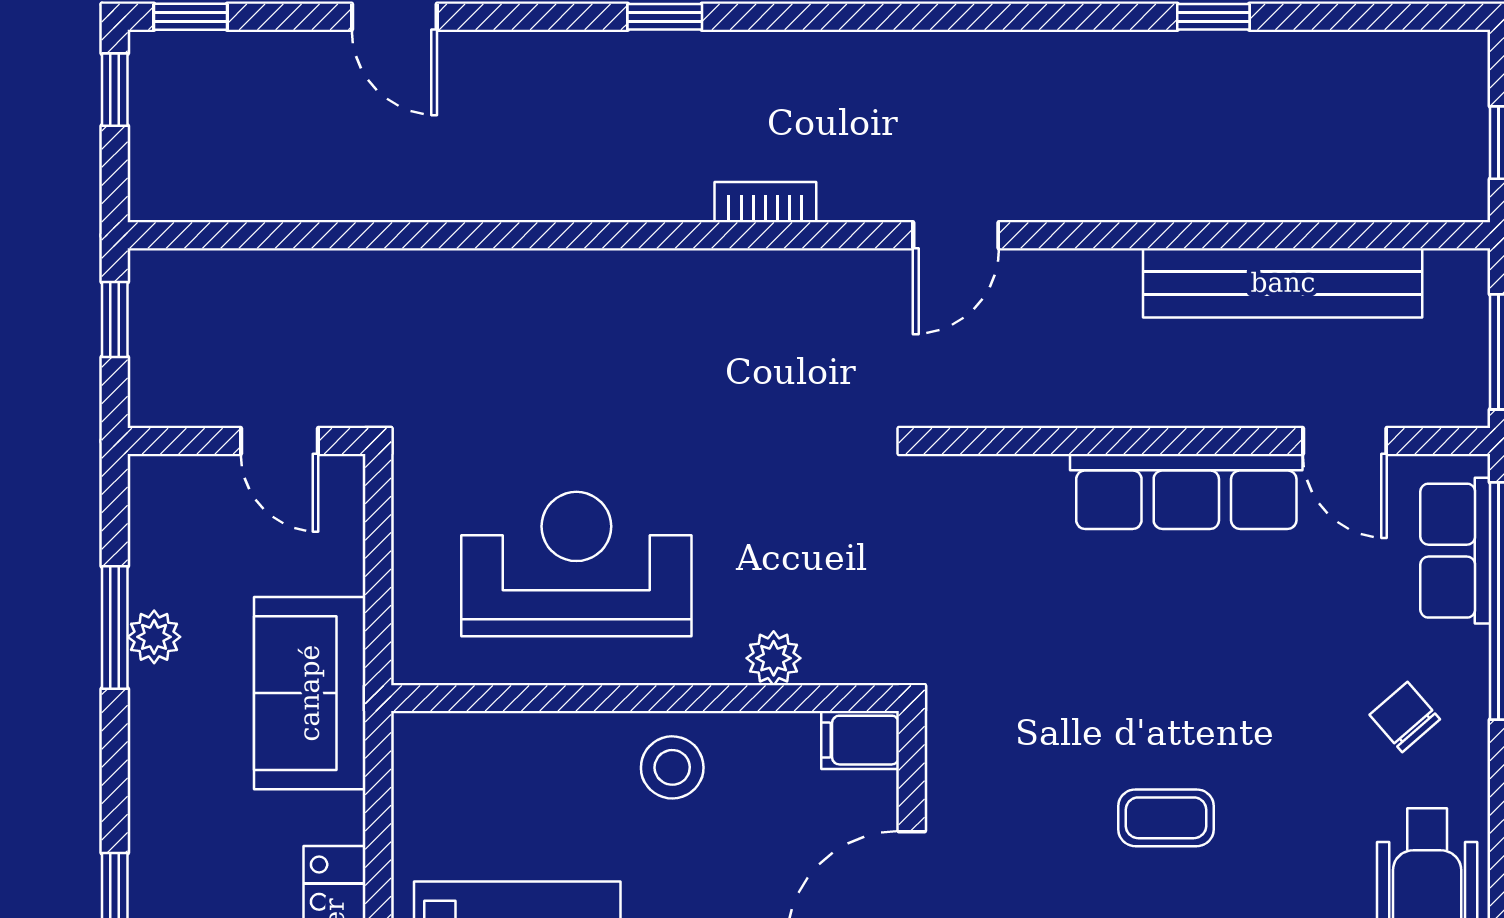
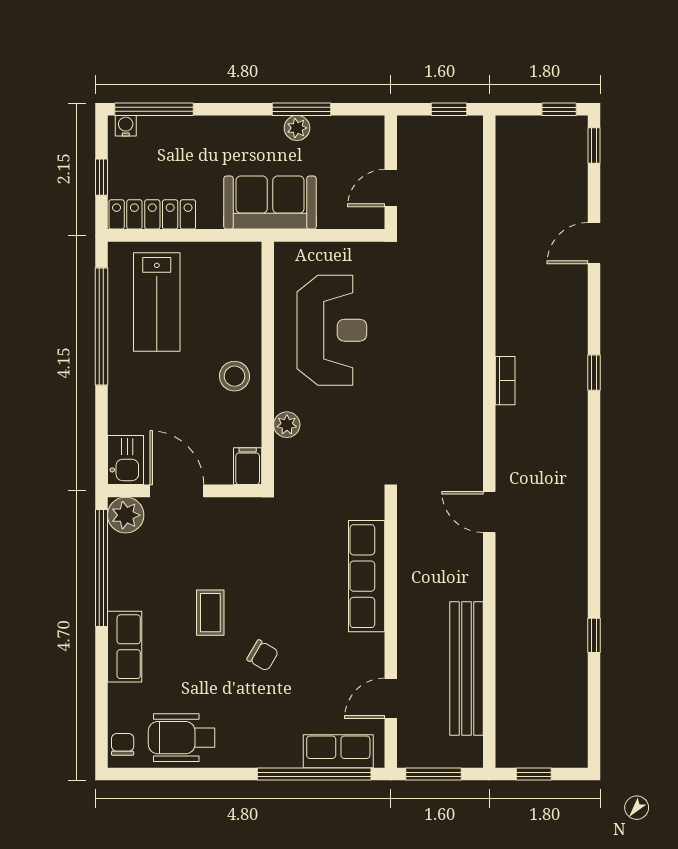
bookcase: (765, 202) -> (505, 381), moved
row of seats: (1186, 491) -> (367, 576), moved
chair: (1405, 717) -> (263, 655), moved, turned 71

